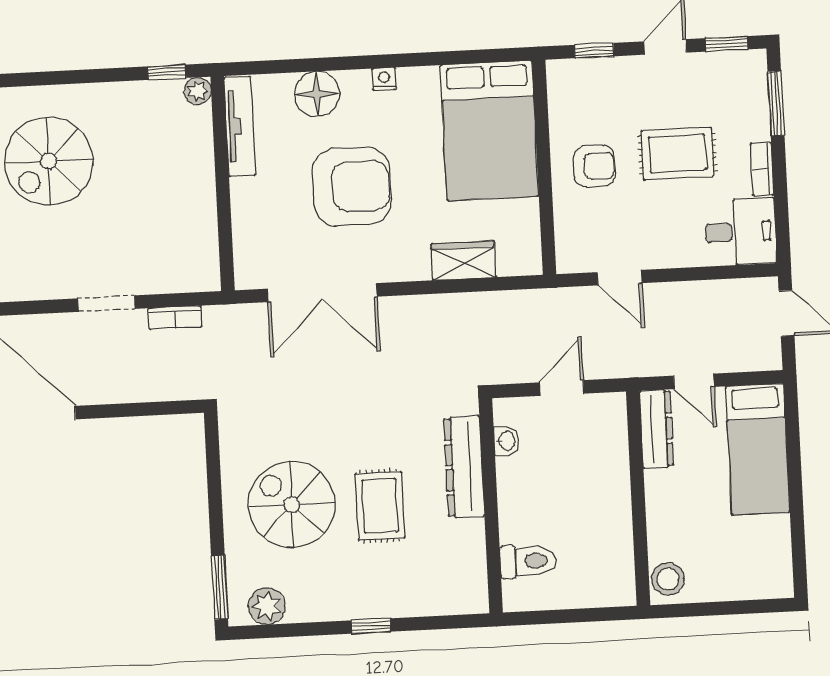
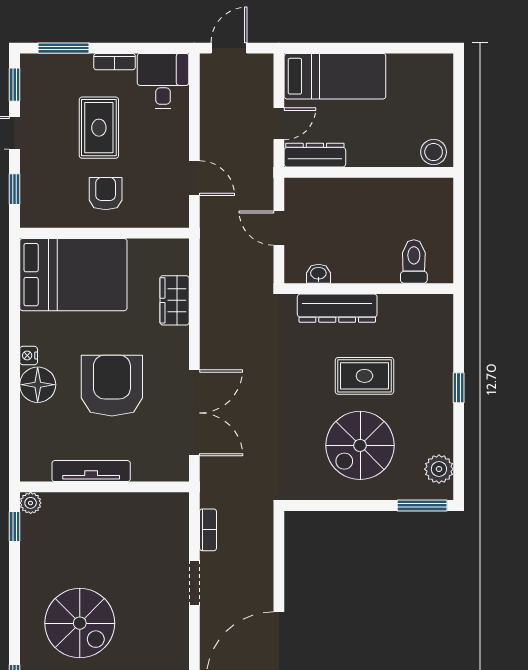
floor lamp: (317, 94) -> (38, 385), moved
tv unit: (240, 126) -> (91, 471), moved
door: (620, 278) -> (194, 178), hinge flipped

